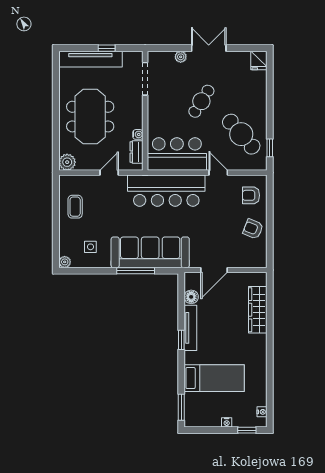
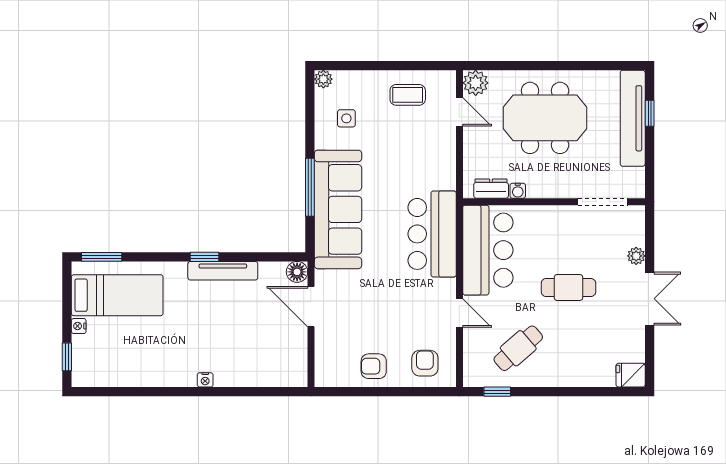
window: (107, 48) -> (650, 113), moved
cafe table: (201, 101) -> (568, 287), turned -32
cafe table: (241, 134) -> (518, 348), width x0.73, depth x0.74
door: (109, 173) -> (459, 112), moved
door: (218, 173) -> (459, 313), hinge flipped
bar counter: (166, 191) -> (432, 234), width x0.73
armchair: (253, 229) -> (374, 366), turned -112
floor lamp: (191, 297) -> (297, 272), moved
wardrobe: (258, 310) -> (250, 373), removed
bed: (214, 378) -> (117, 295), moved, turned -90
nightstand: (262, 412) -> (205, 380), moved

